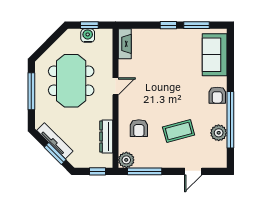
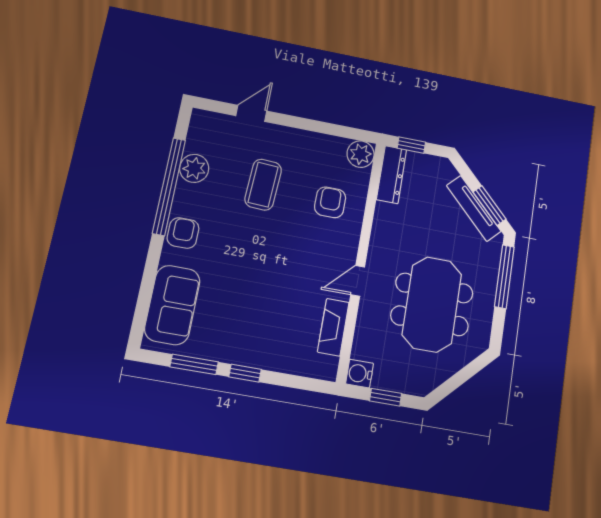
water cooler: (88, 36) -> (360, 373), moved, turned 90
fireplace: (125, 44) -> (333, 327), moved
window: (31, 91) -> (504, 277), moved
coffee table: (179, 131) -> (263, 185), turned -72
dresser: (106, 136) -> (392, 175), moved
window: (55, 154) -> (489, 206), moved
window: (145, 171) -> (333, 130), removed

